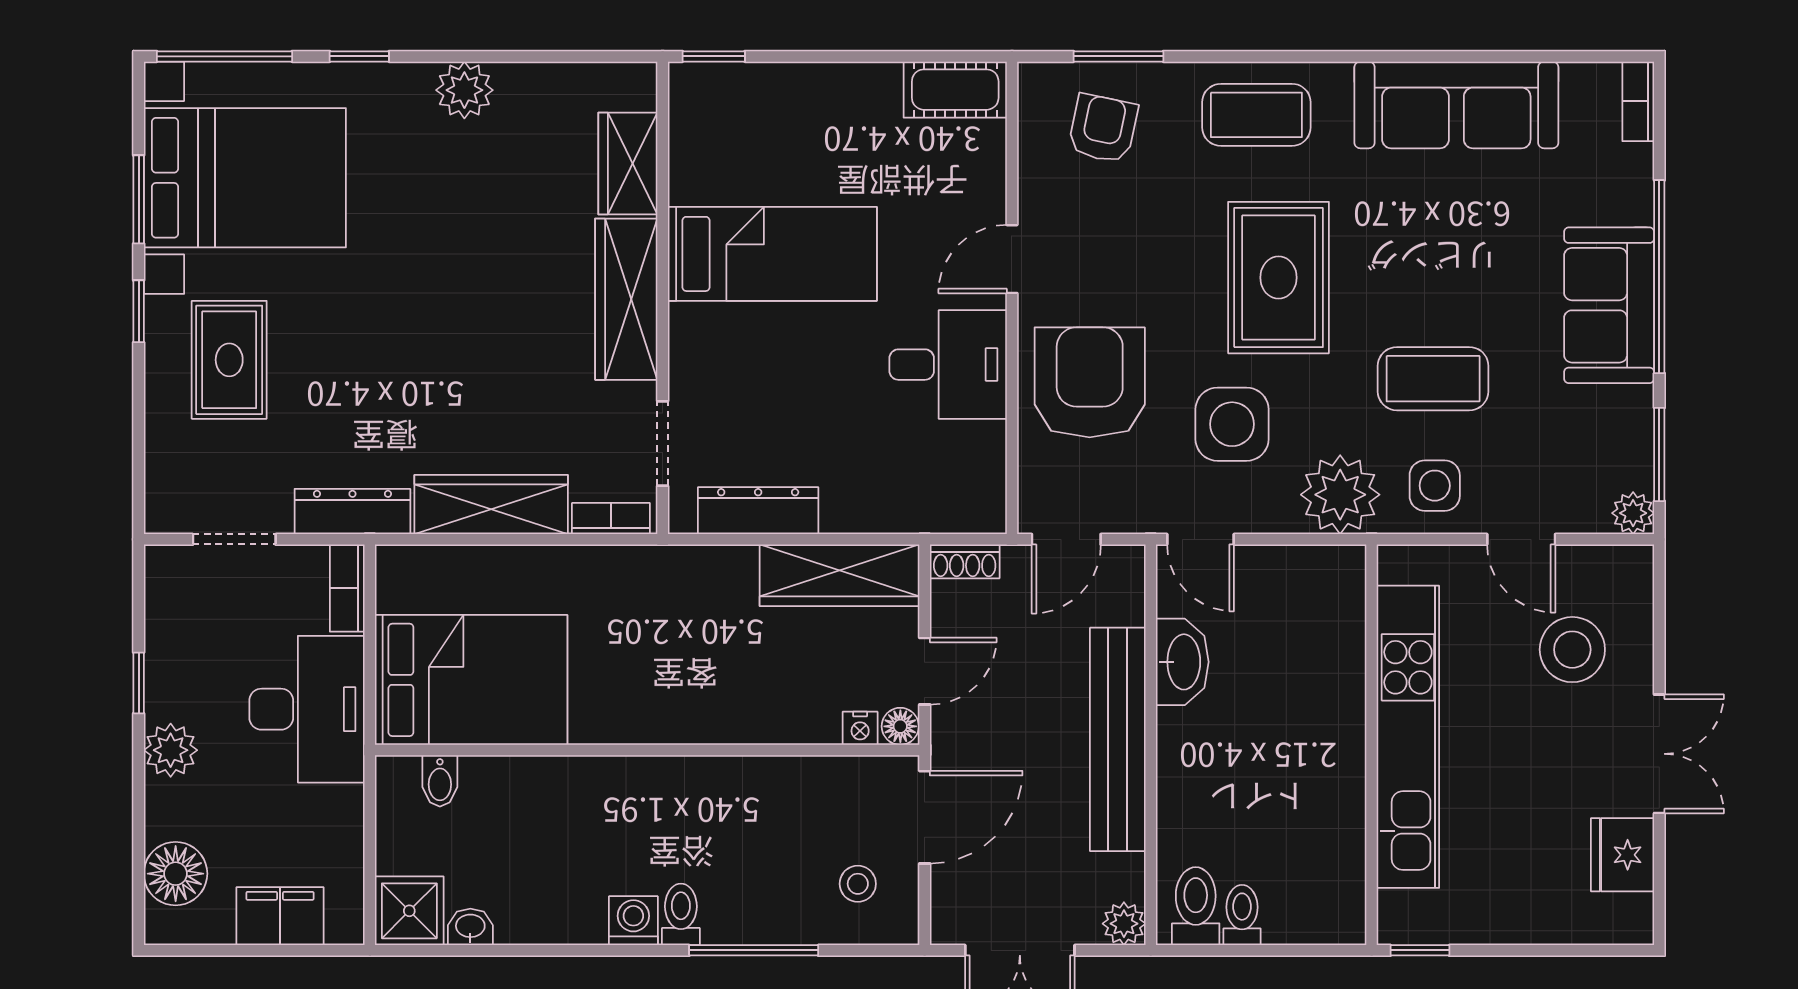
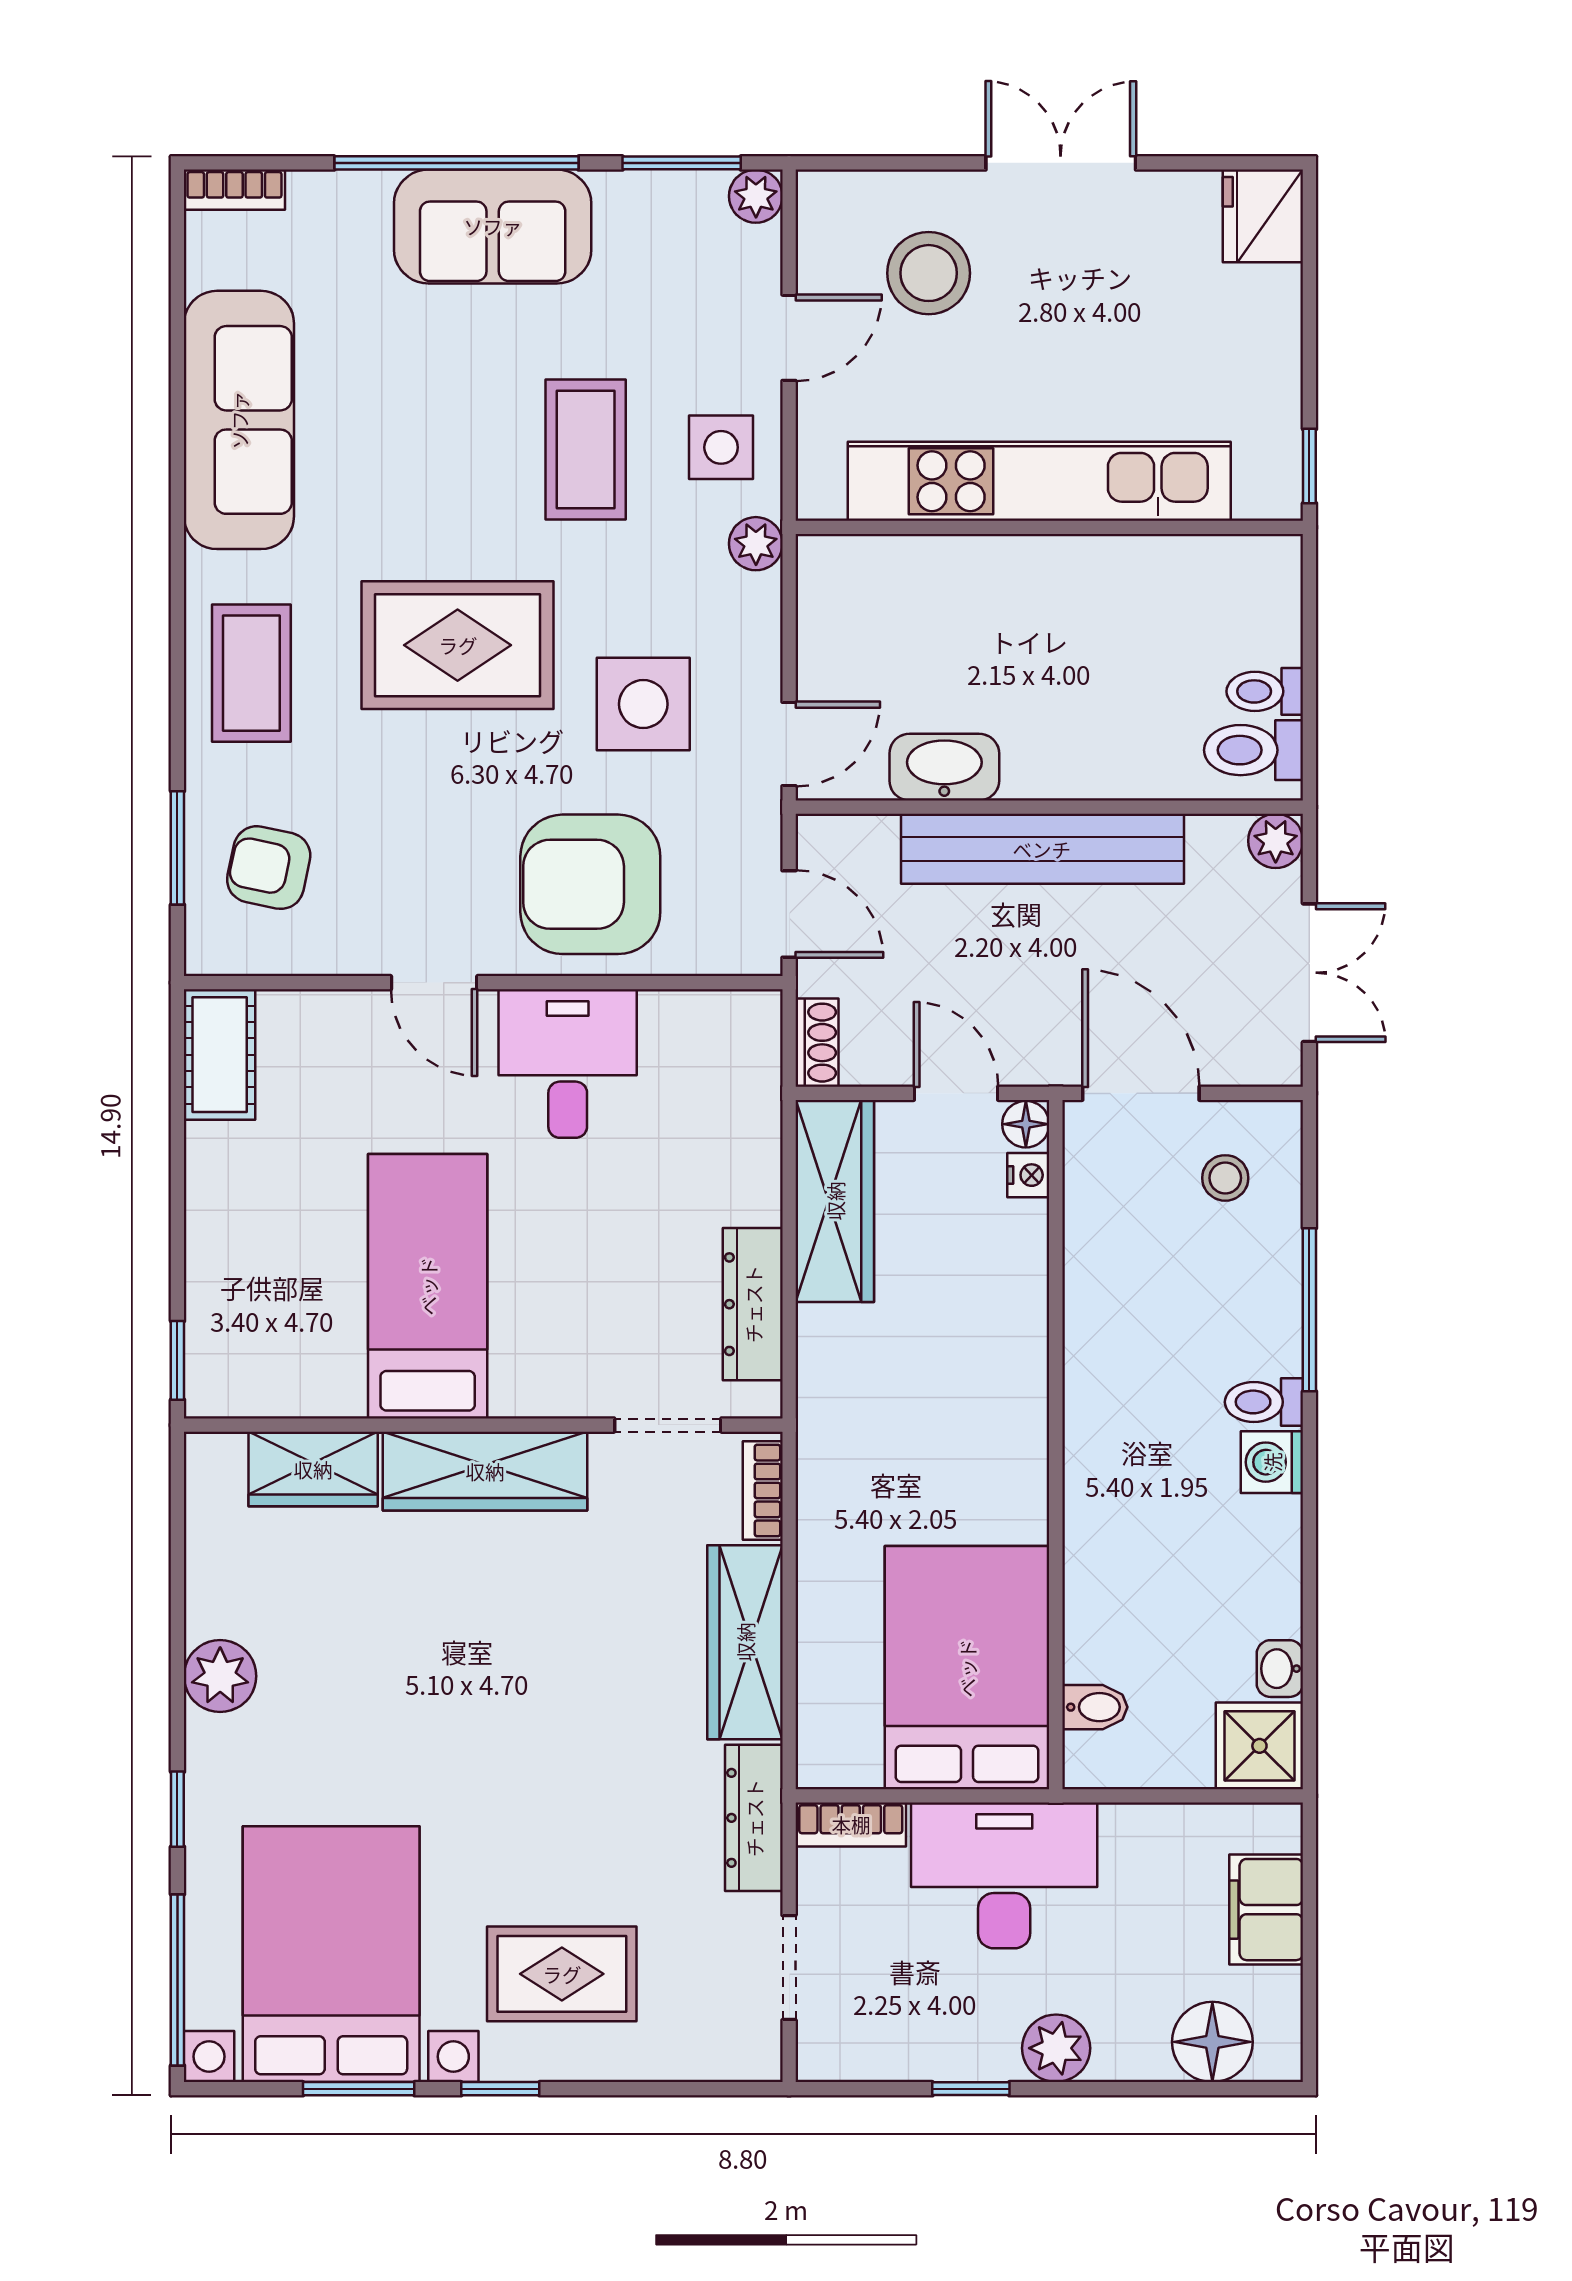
plant: (1340, 495) -> (756, 544), width x0.53, depth x0.53
fridge: (1623, 855) -> (1263, 216), moved, turned 90

